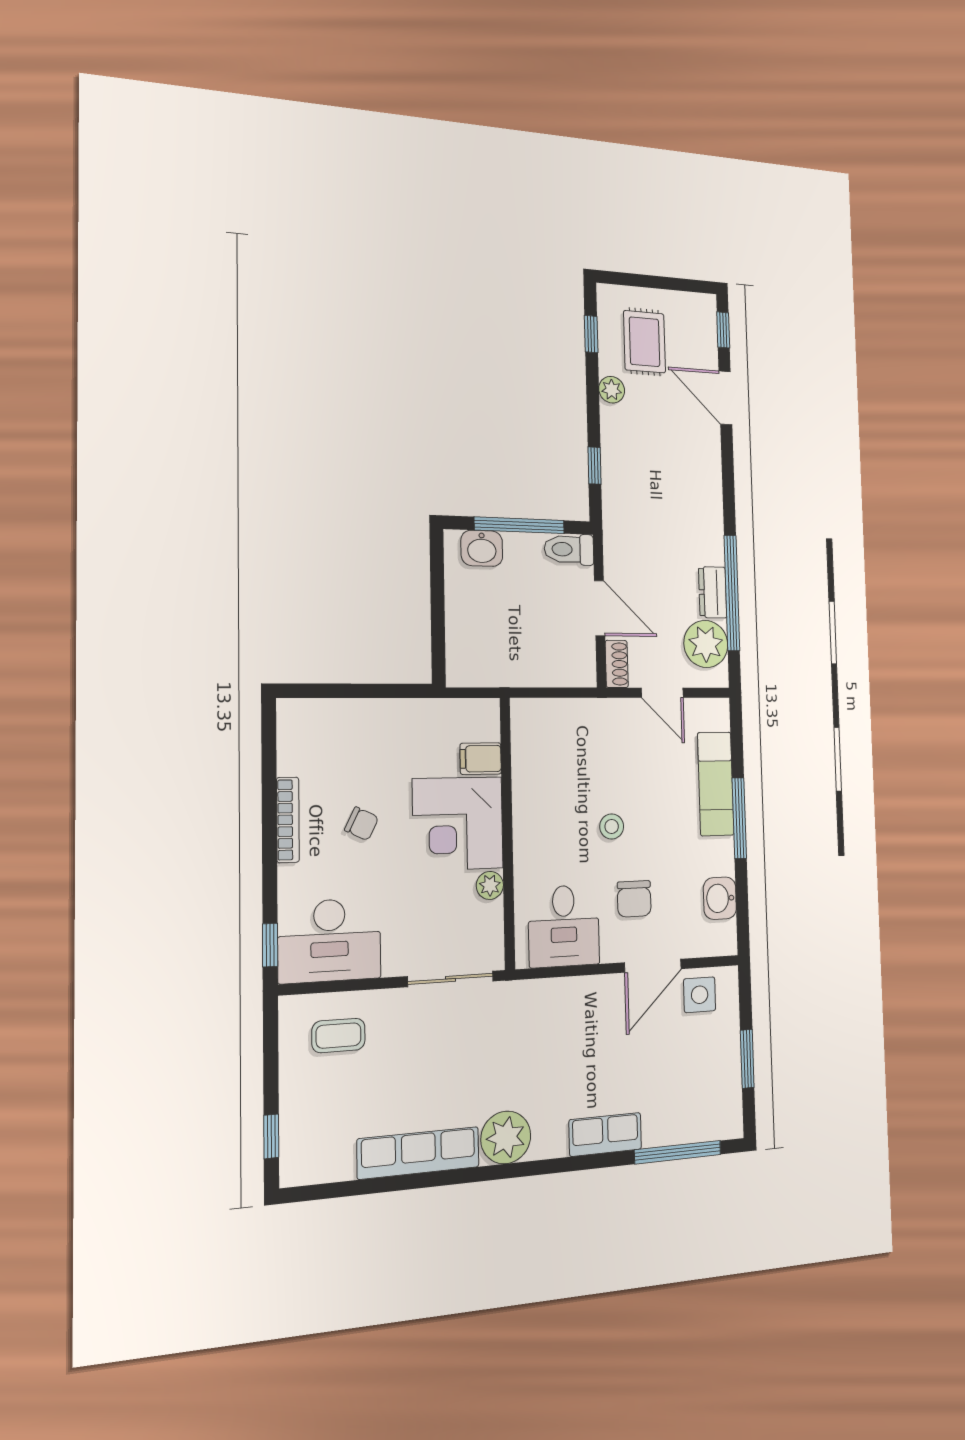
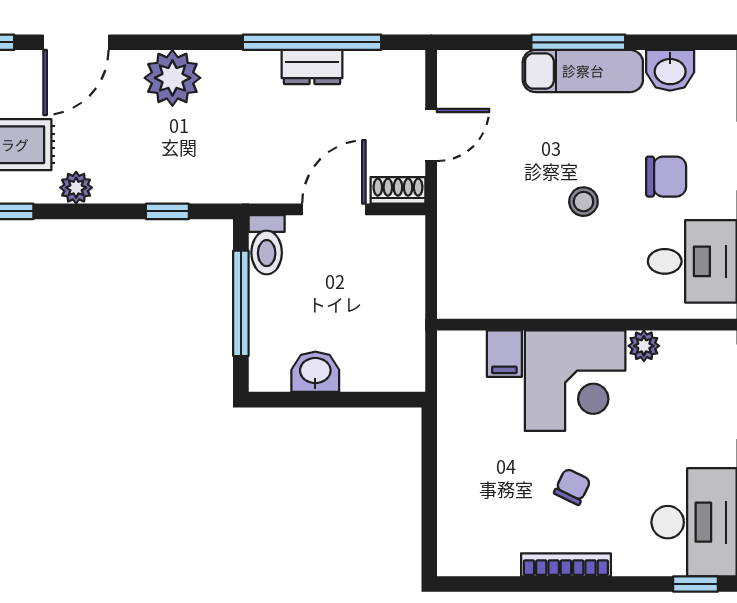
washbasin: (482, 548) -> (315, 372), moved, turned -90
plant: (706, 644) -> (172, 78), moved
exam couch: (716, 784) -> (583, 71), moved

